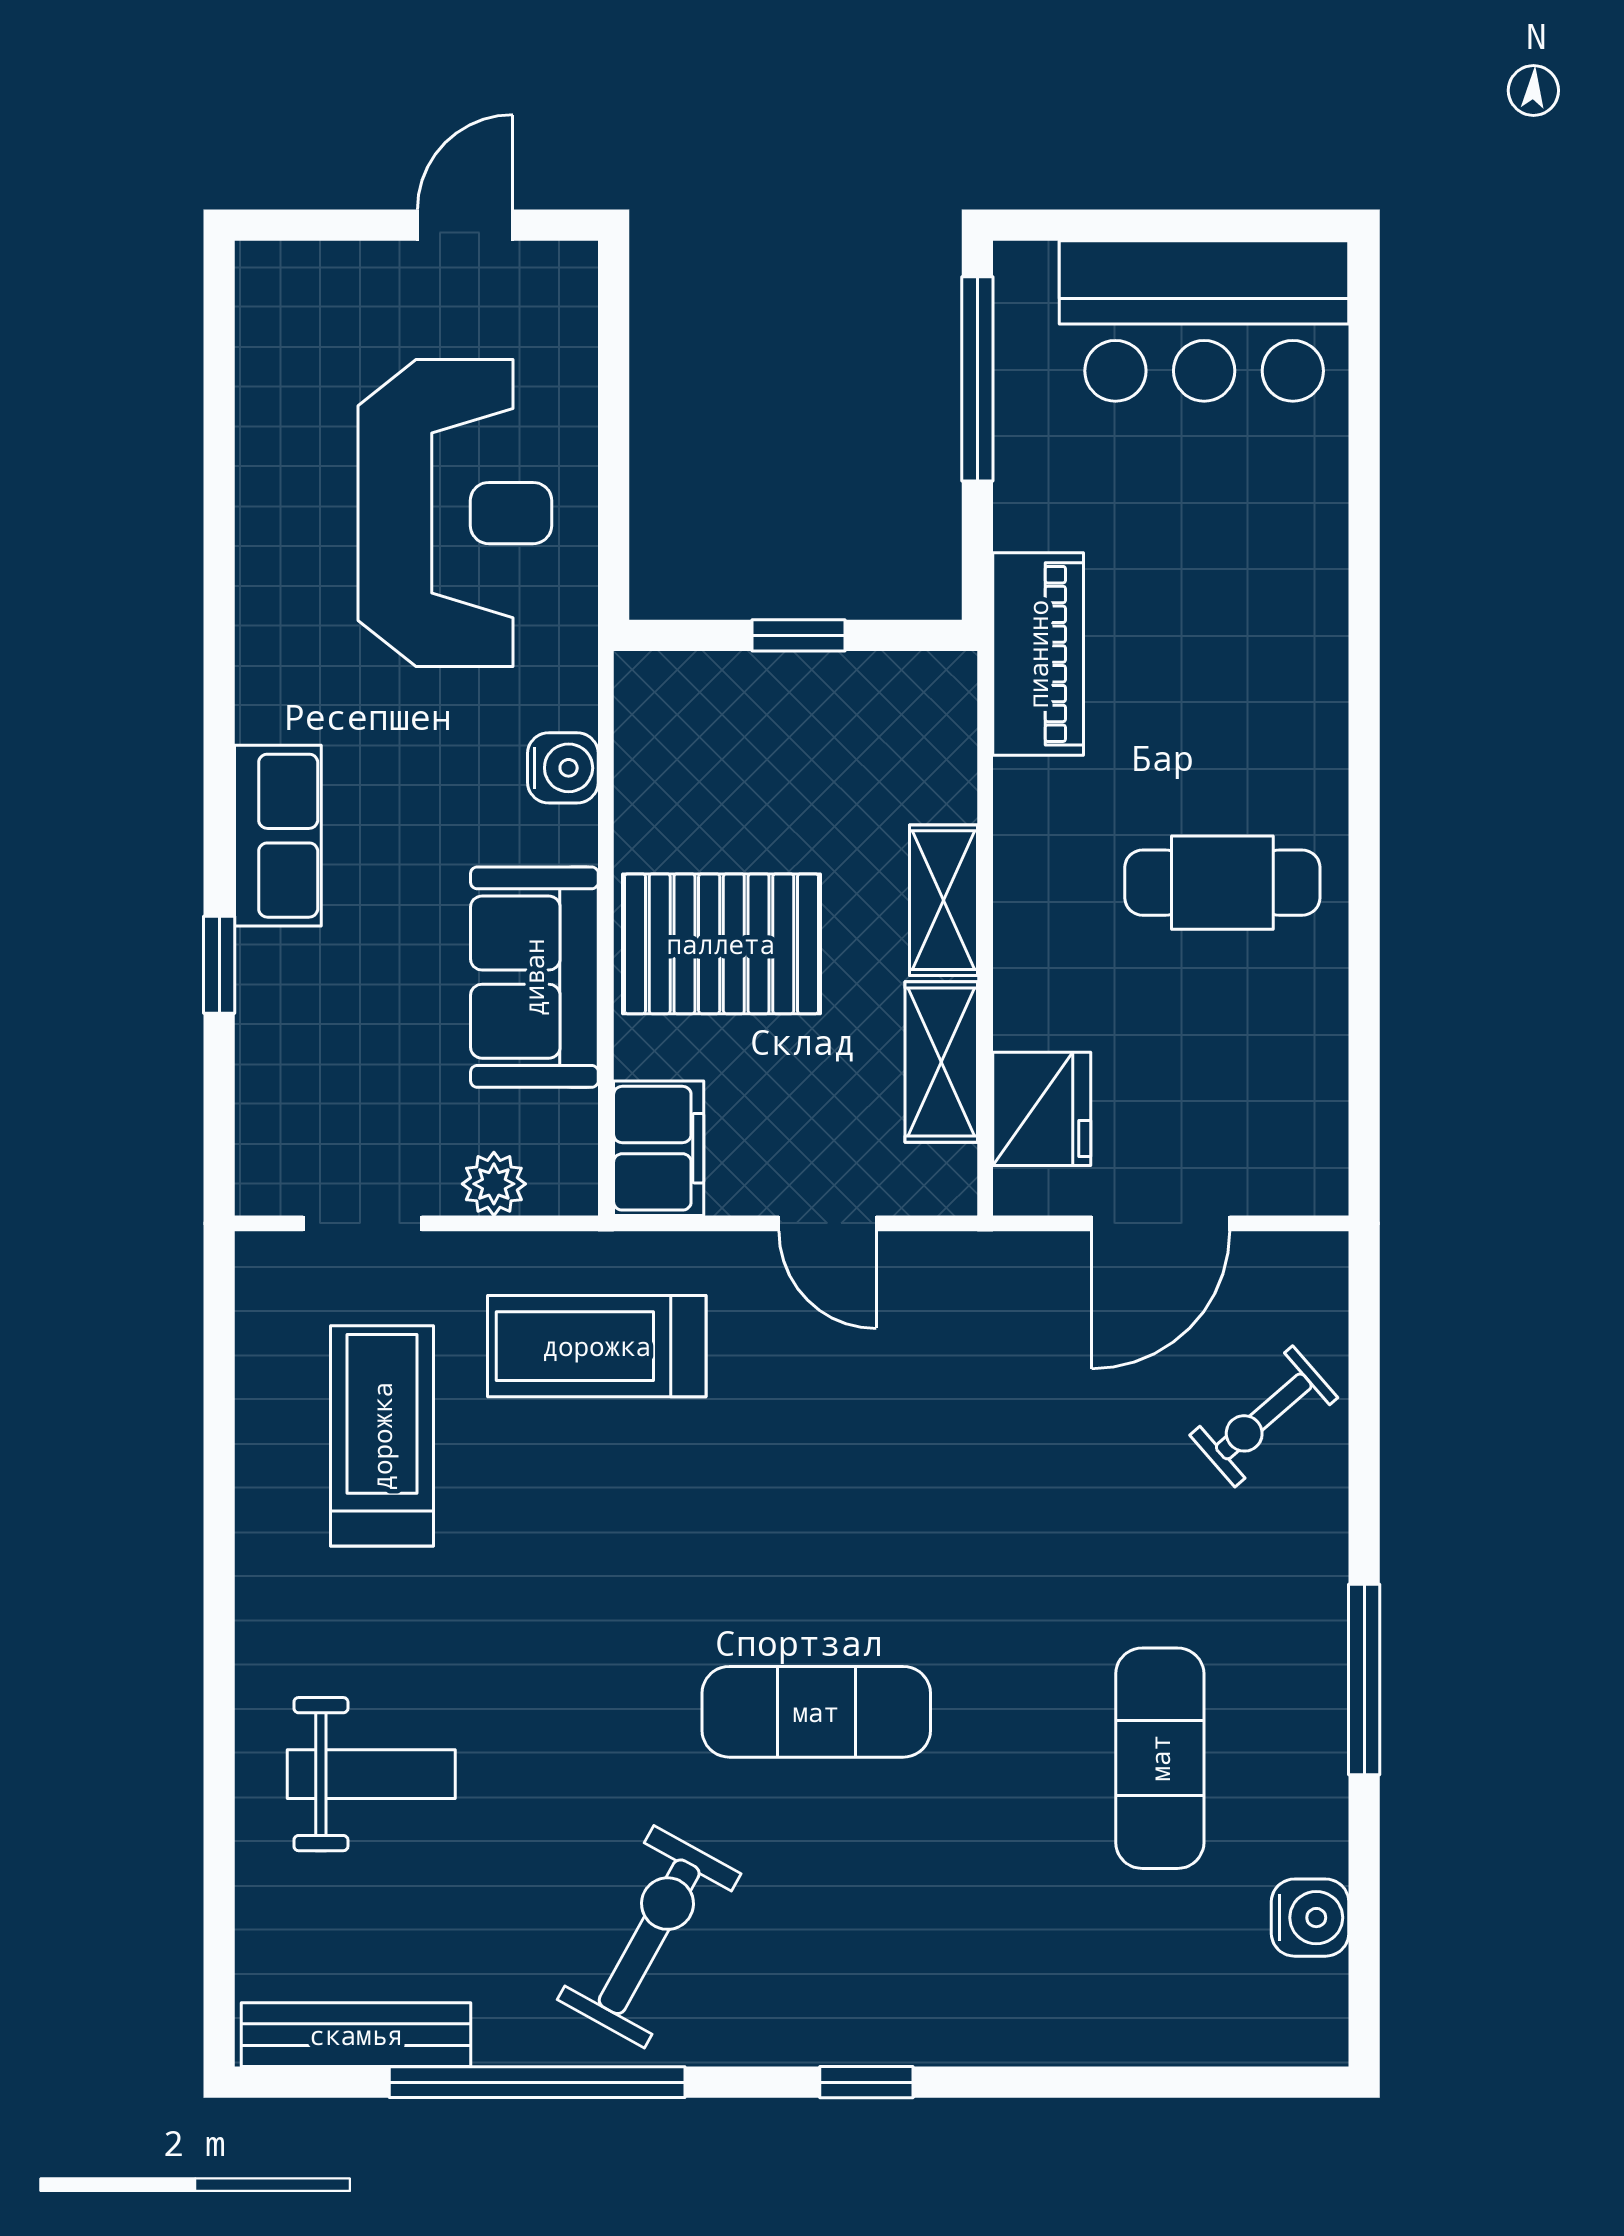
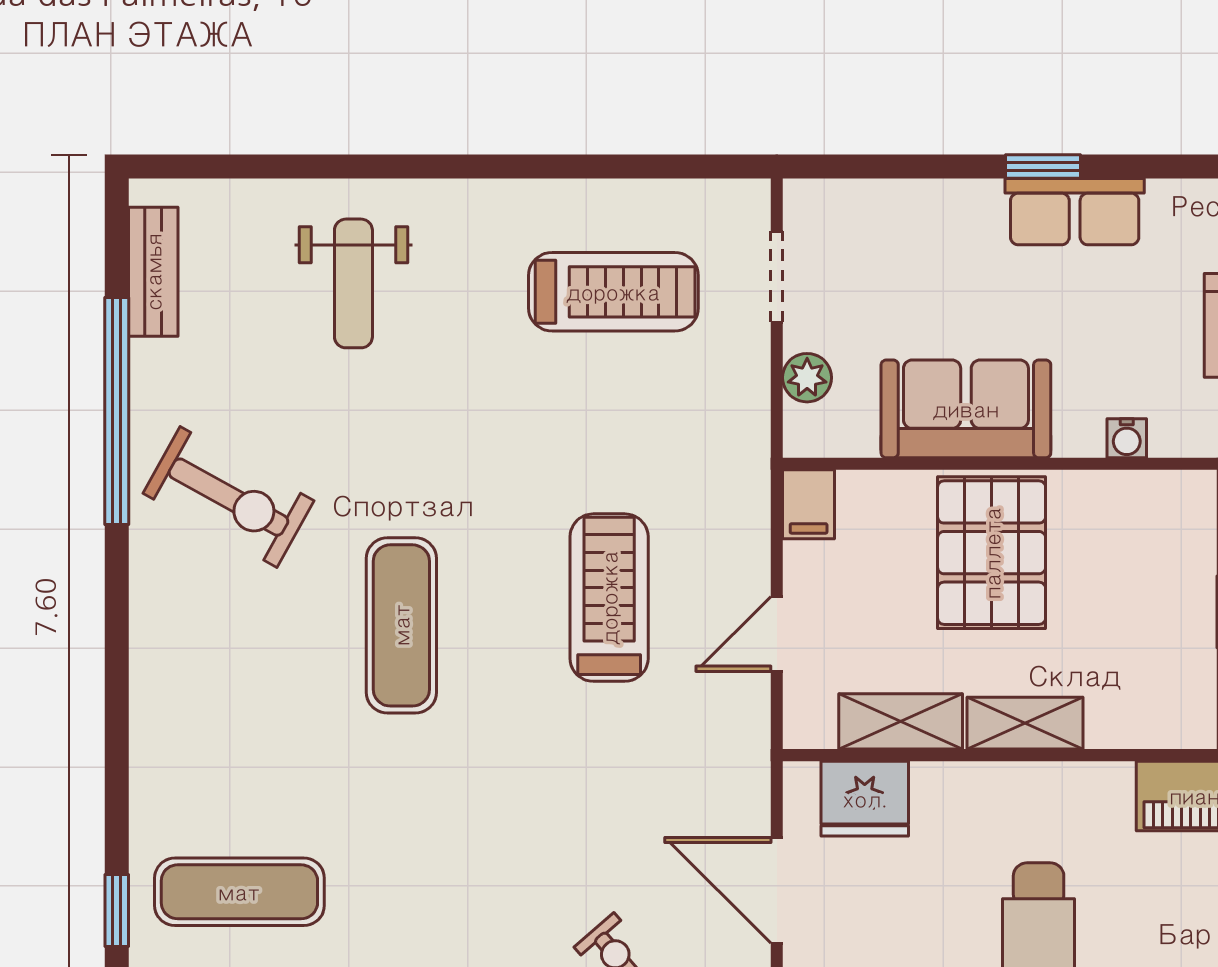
water cooler: (563, 768) -> (1127, 438), width x0.72, depth x0.72
window: (219, 965) -> (1043, 166), moved
filing cabinet: (659, 1148) -> (809, 504), width x0.50
treadmill: (597, 1346) -> (609, 598), moved
exercise mat: (1160, 1758) -> (239, 892), moved
bench: (356, 2035) -> (153, 272), width x0.73
window: (866, 2082) -> (117, 911), moved

